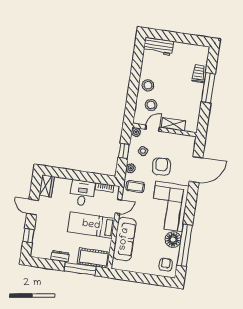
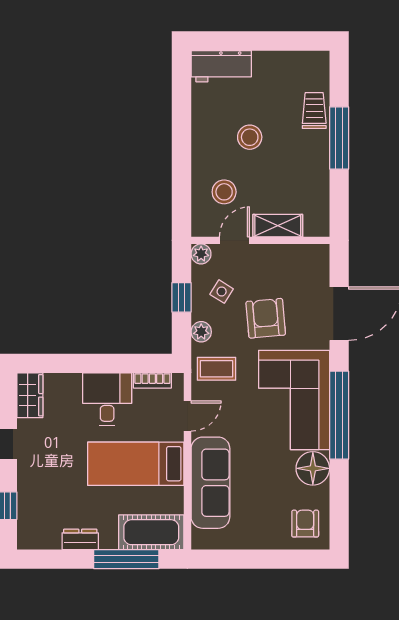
stool: (148, 85) -> (250, 137), moved
window: (185, 245) -> (339, 415), moved

